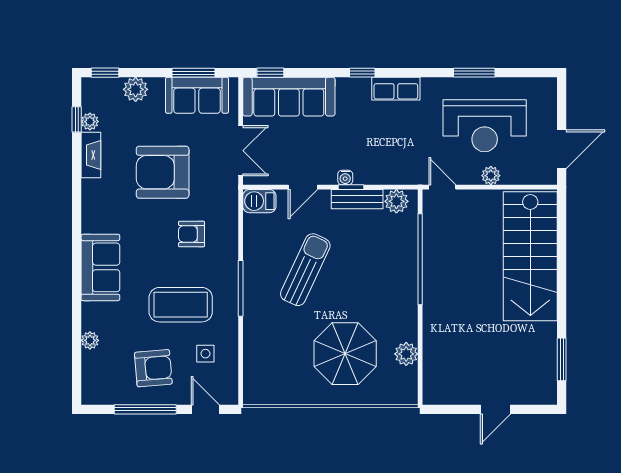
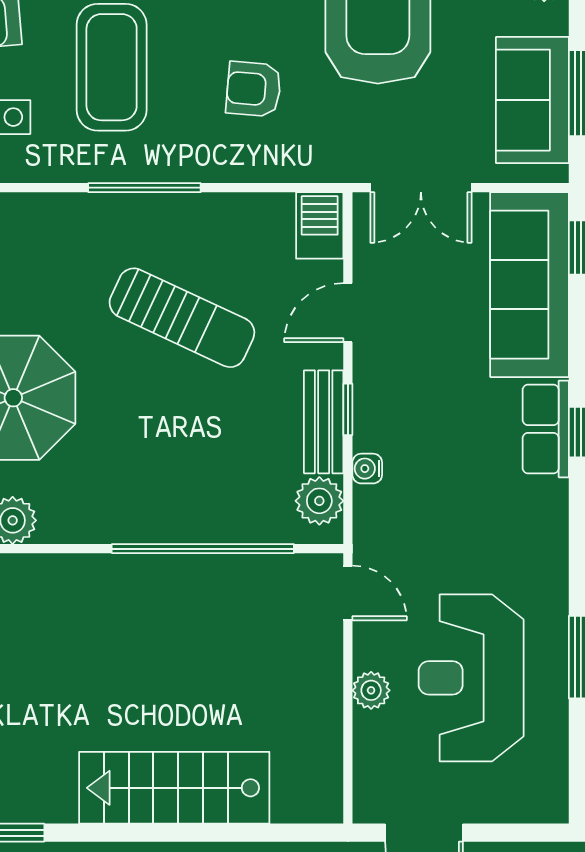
row of seats: (396, 89) -> (546, 429), moved
water cooler: (345, 177) -> (367, 469), moved
door: (303, 187) -> (348, 313), hinge flipped
door: (442, 187) -> (348, 593), hinge flipped
armchair: (192, 234) -> (254, 89), turned -85
stairs: (530, 256) -> (174, 788), width x0.73, depth x0.66

